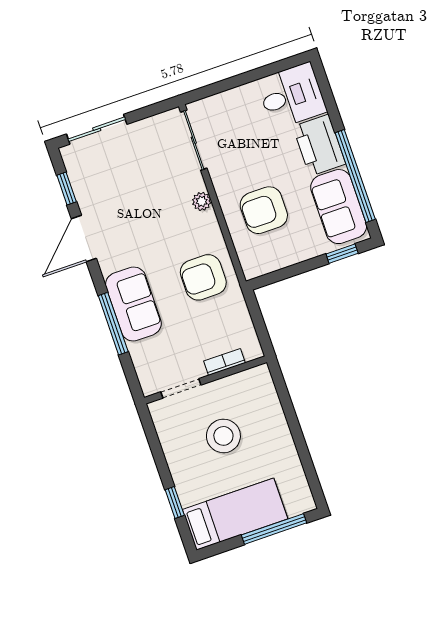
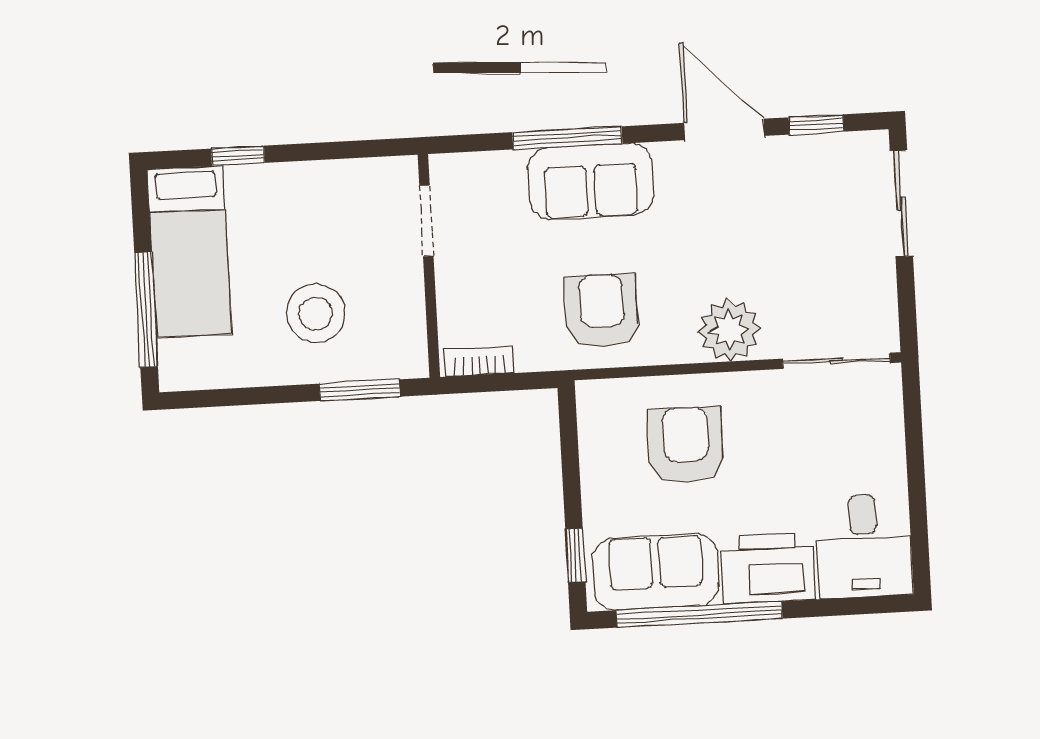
plant: (202, 201) -> (729, 330), width x1.88, depth x1.88
bookcase: (224, 362) -> (479, 361), moved, turned -90
window: (285, 399) -> (360, 390), added
stool: (223, 436) -> (316, 313), moved

